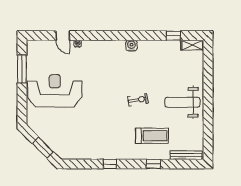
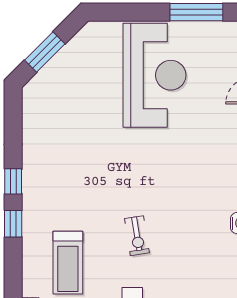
window: (153, 164) -> (13, 224), moved

